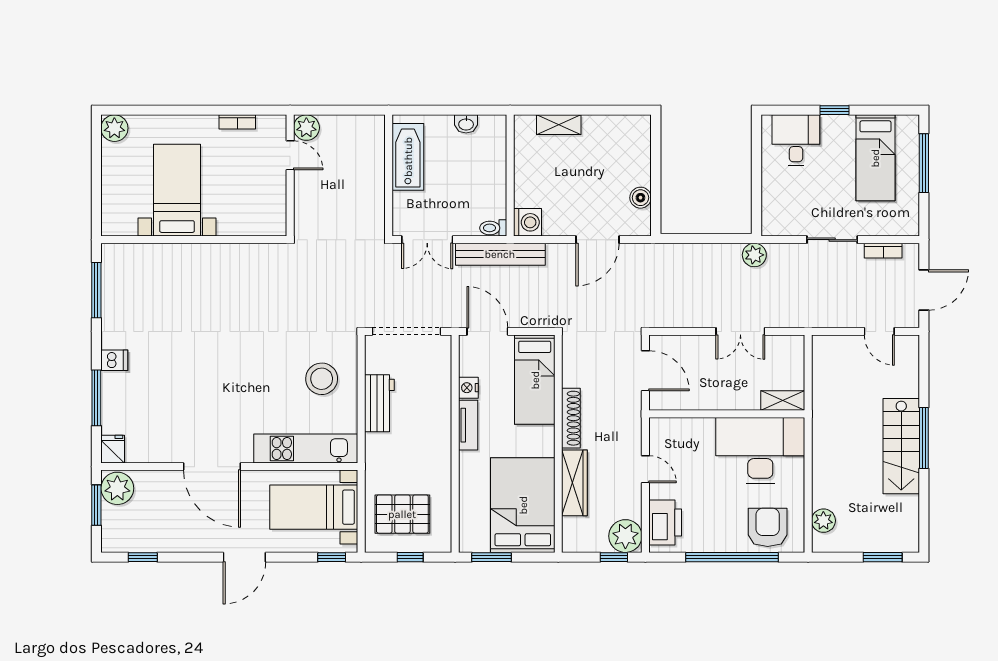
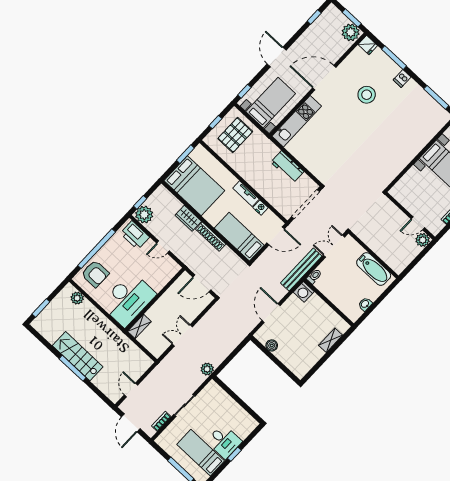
desk: (796, 140) -> (224, 441), moved
door: (879, 331) -> (131, 390), hinge flipped
stool: (322, 379) -> (367, 95), moved
wardrobe: (574, 483) -> (188, 218), width x0.67

